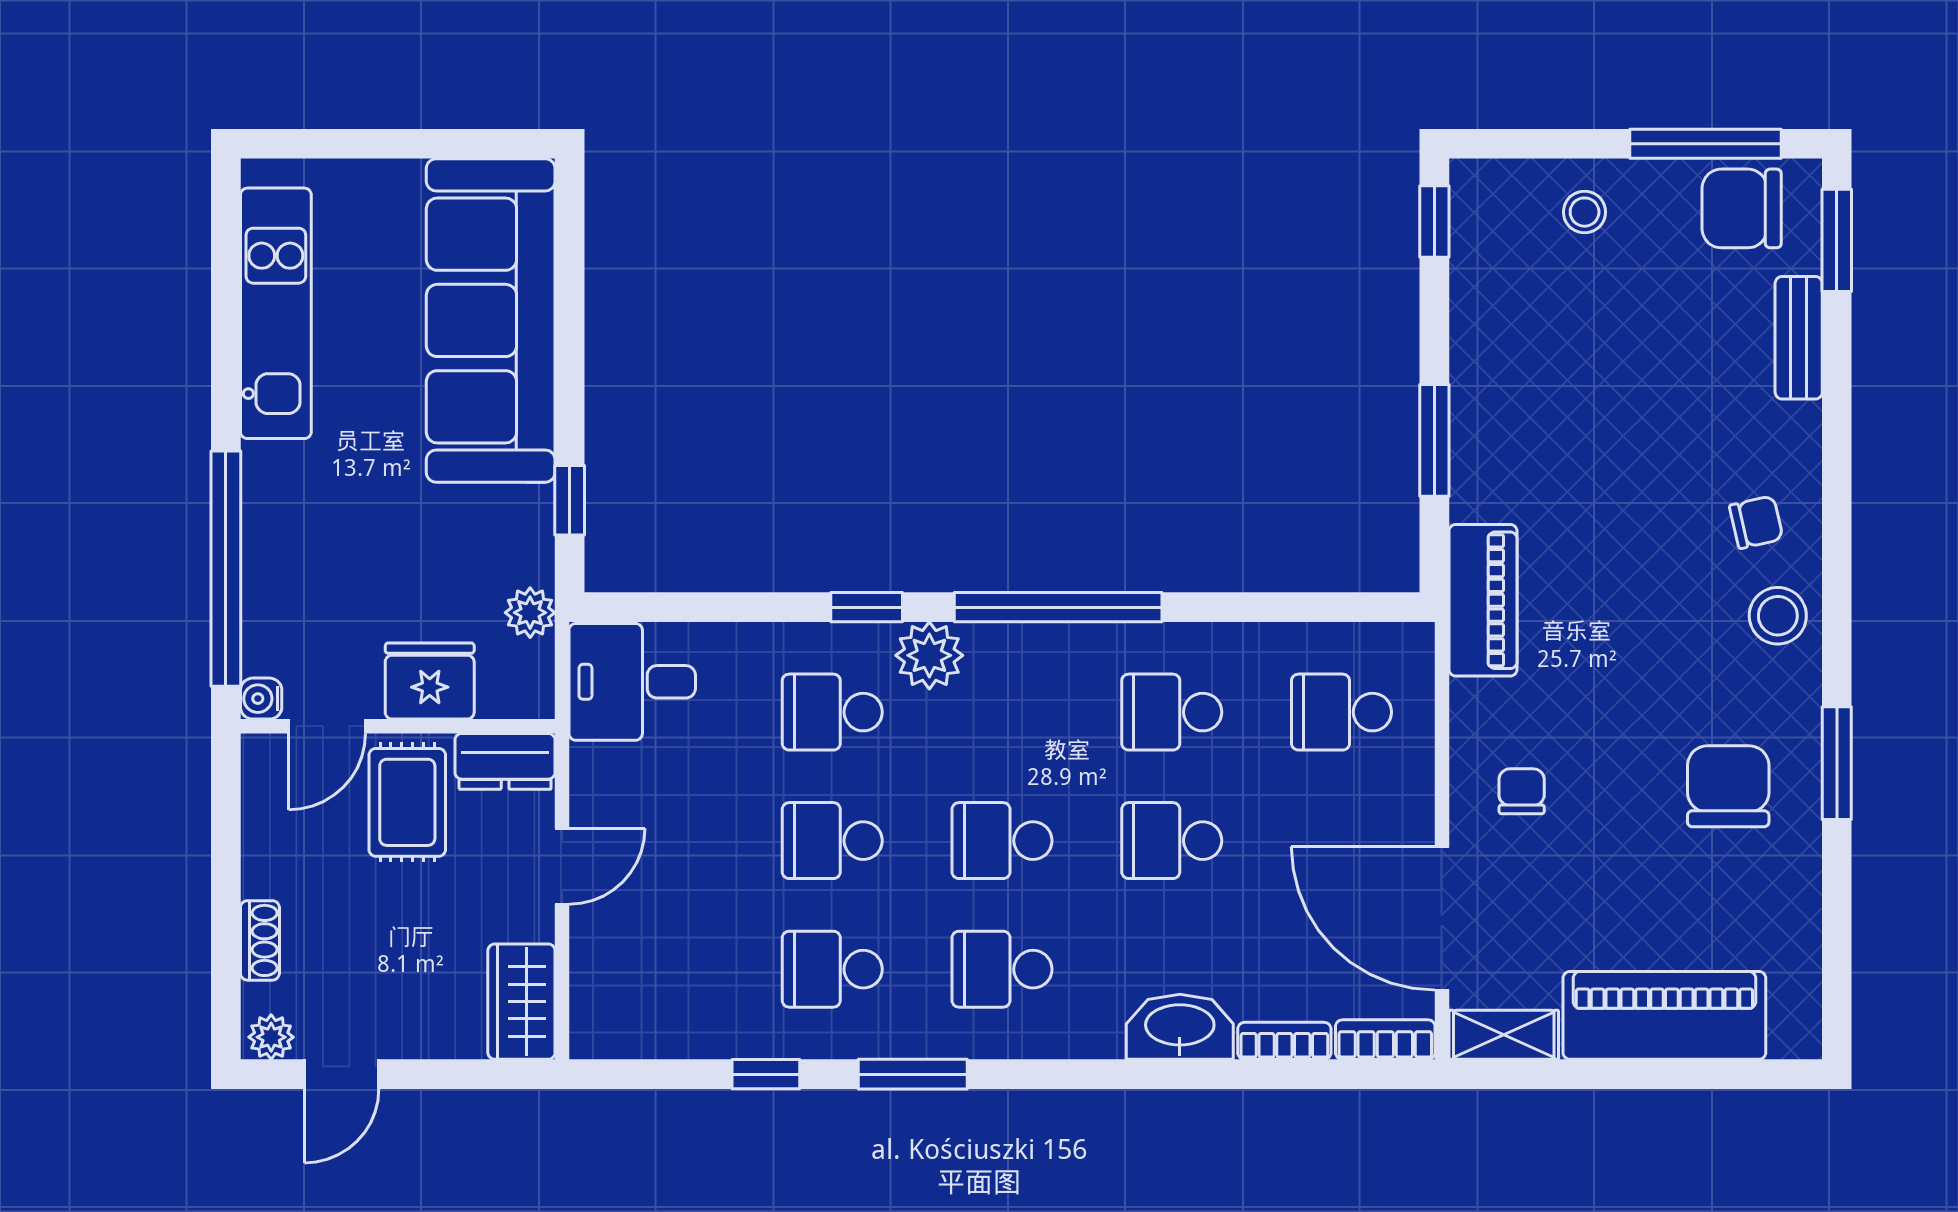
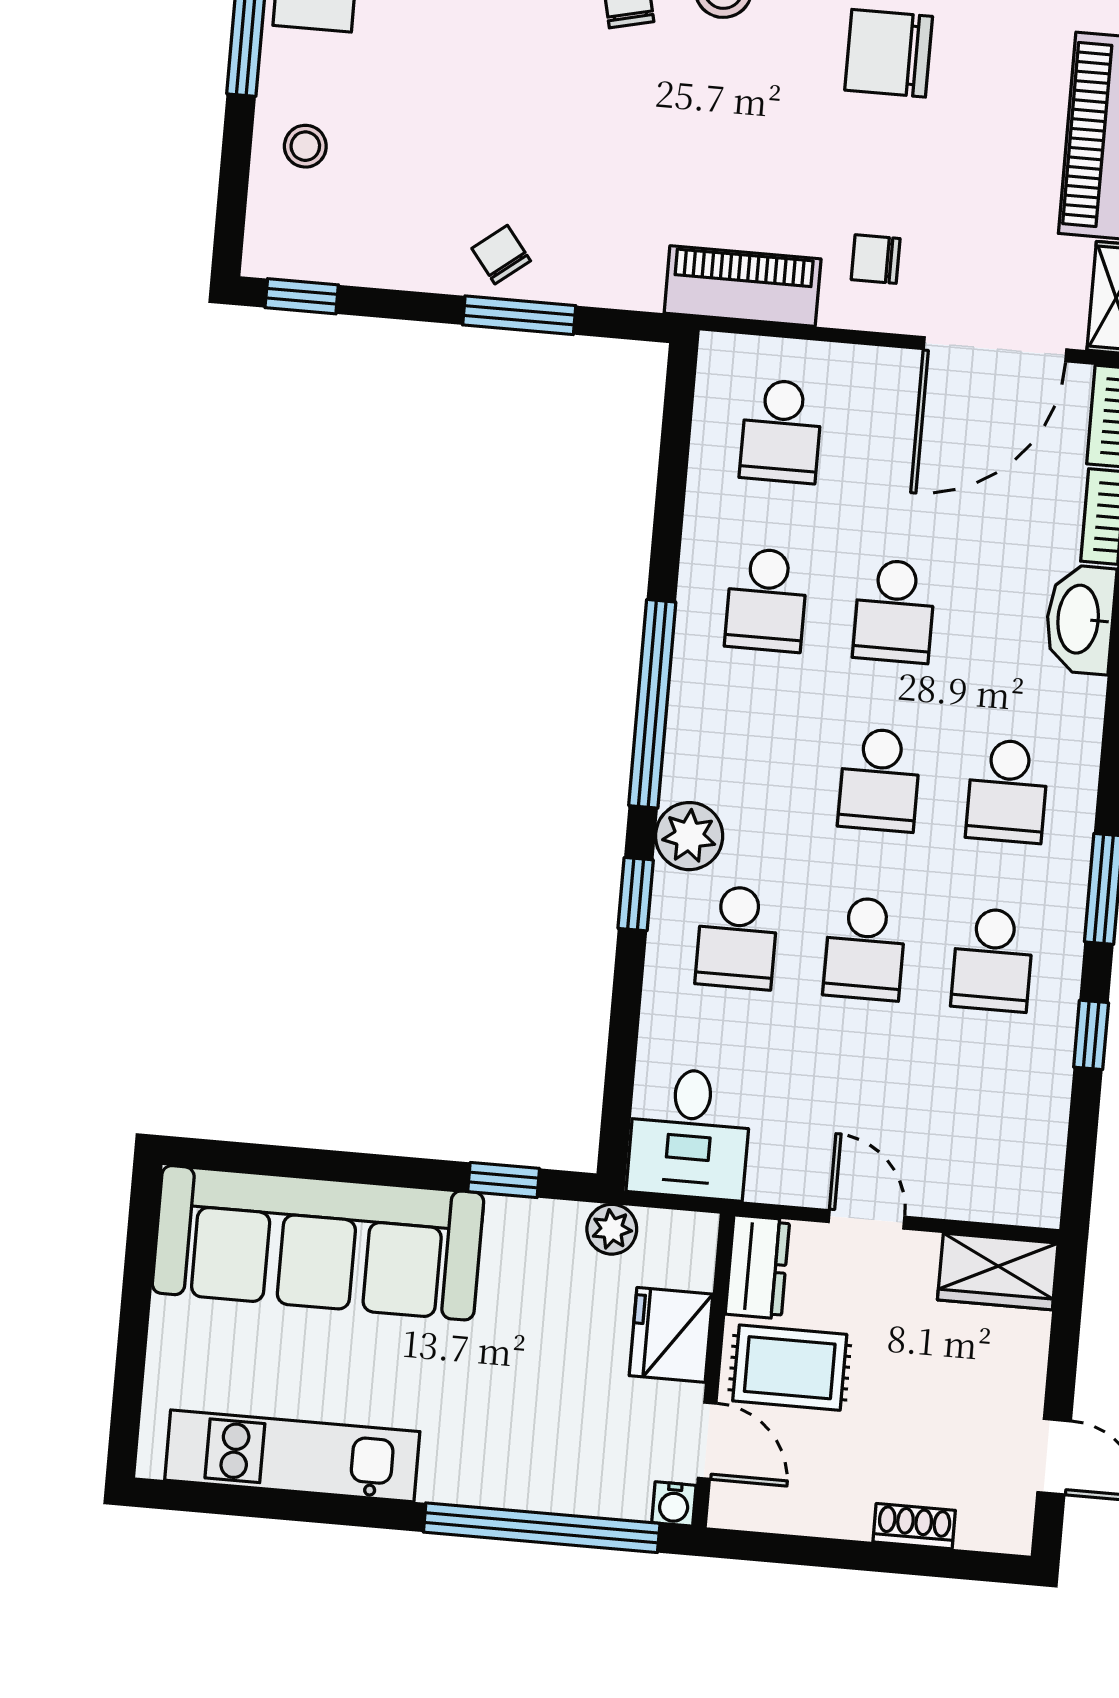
chair: (1493, 417) -> (501, 255), added
piano: (1483, 600) -> (743, 286), moved
plant: (271, 1037) -> (1011, 1523), removed

